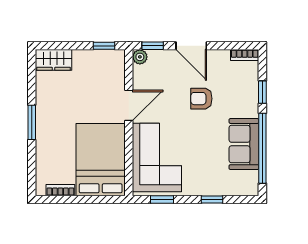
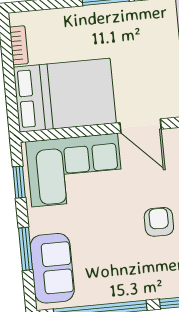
sofa: (244, 144) -> (52, 268), moved, turned 90
window: (212, 200) -> (25, 249), width x1.50

